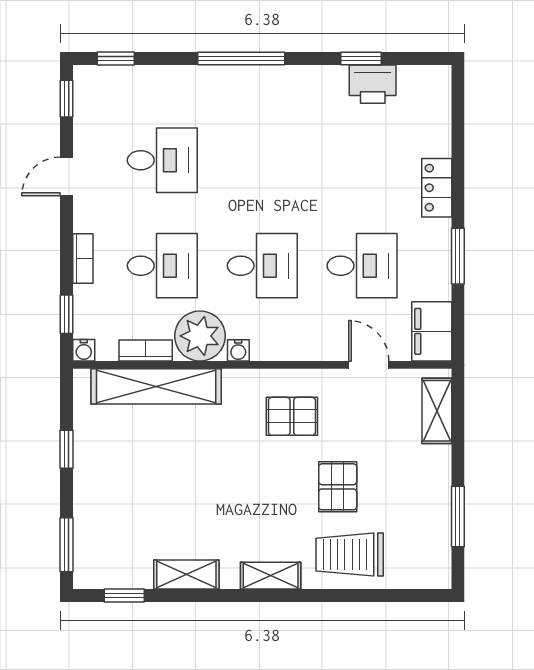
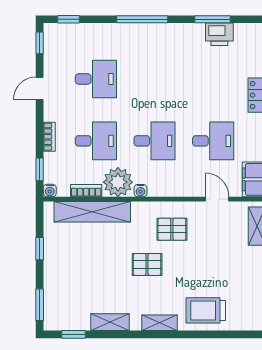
window: (361, 58) -> (212, 19), width x1.50
pallet: (338, 487) -> (147, 264), moved, turned 90

